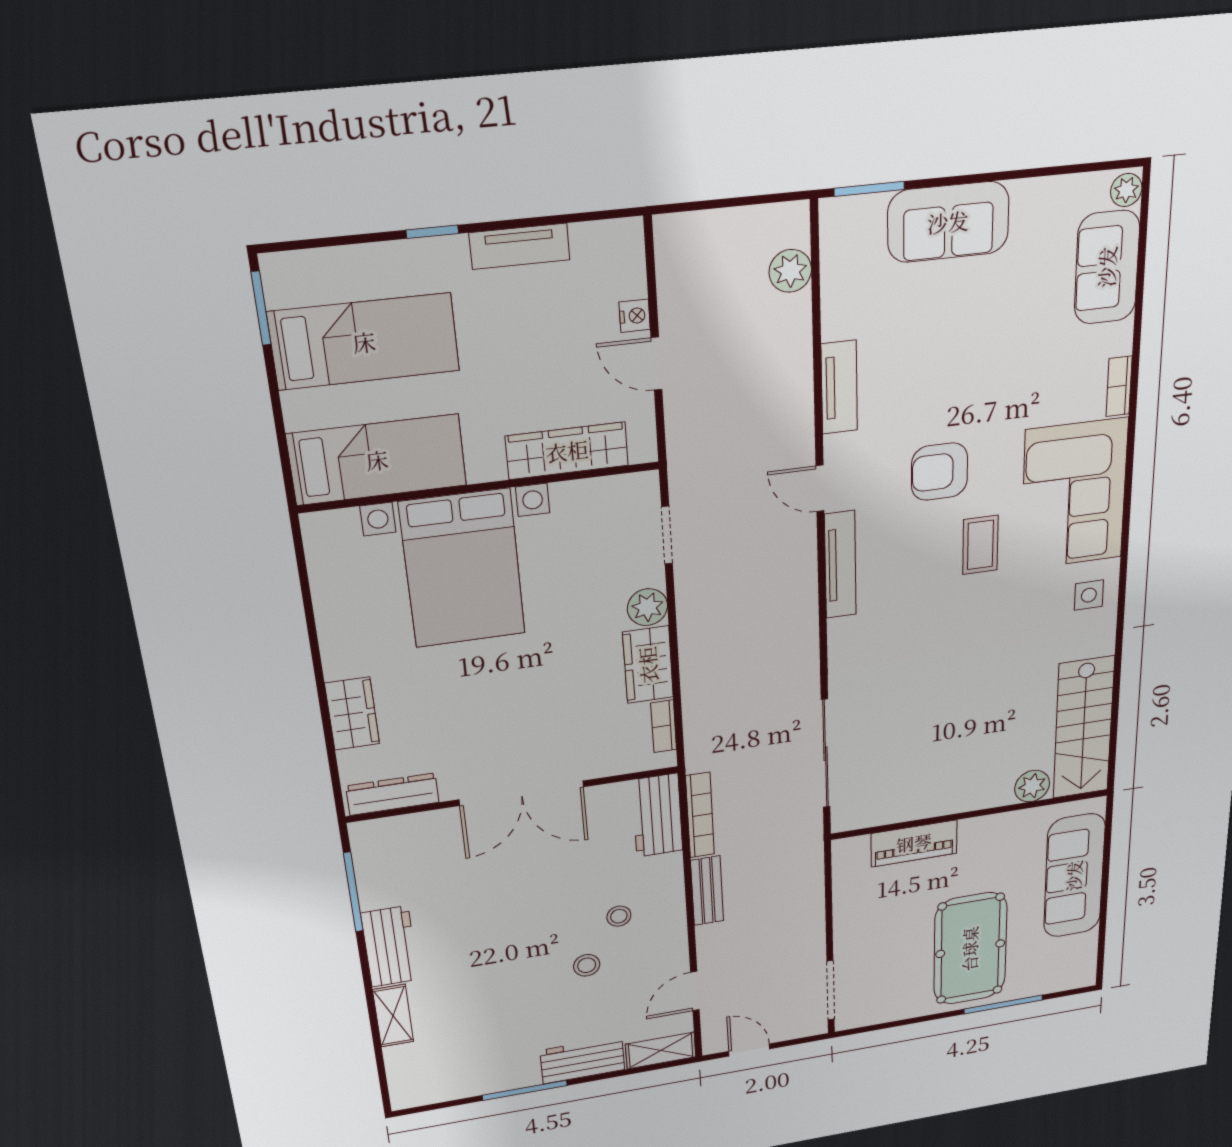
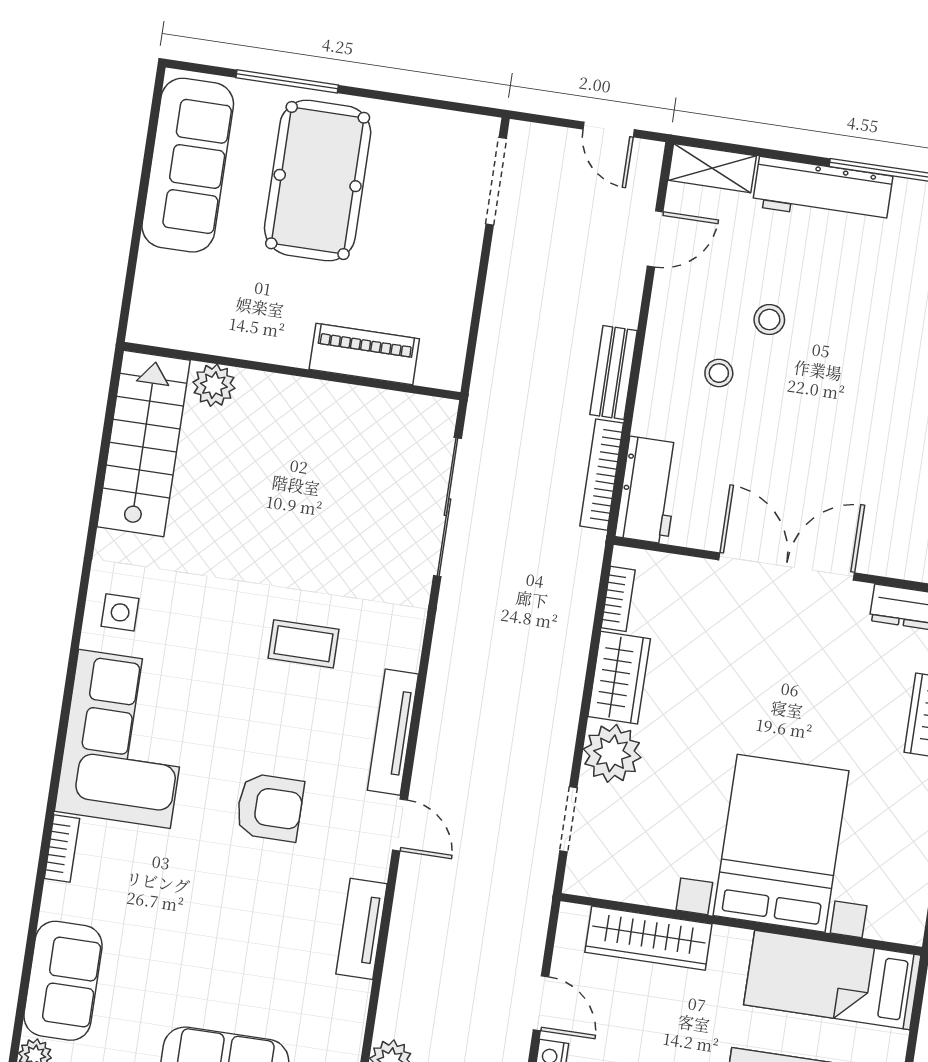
coffee table: (980, 545) -> (304, 644), moved, turned 90
plant: (647, 607) -> (612, 753), width x1.36, depth x1.36
sofa: (1074, 876) -> (188, 165), moved
workbench: (583, 1060) -> (823, 191), width x1.38

